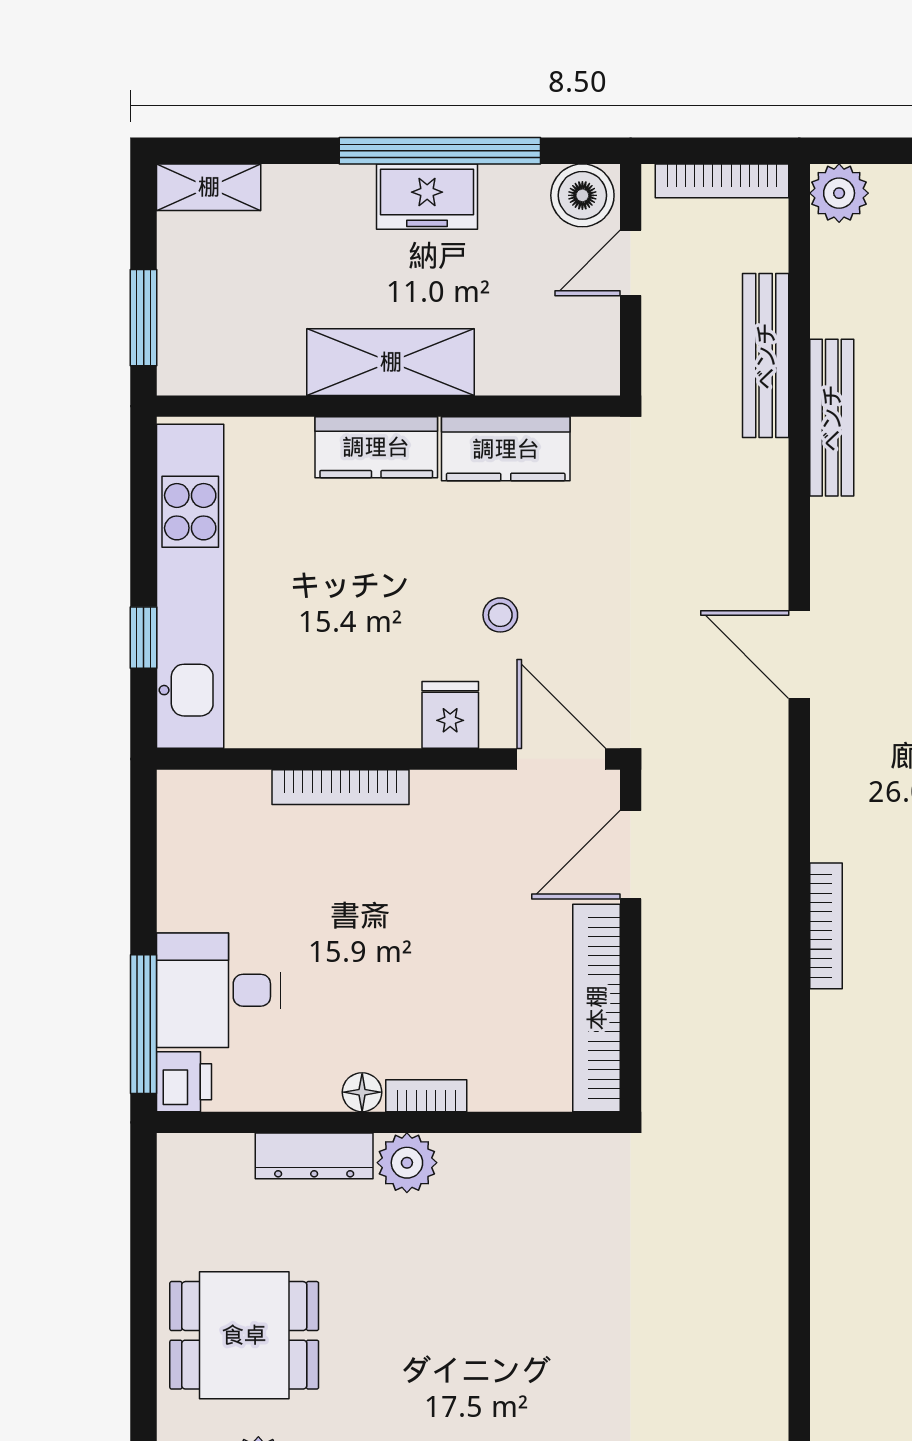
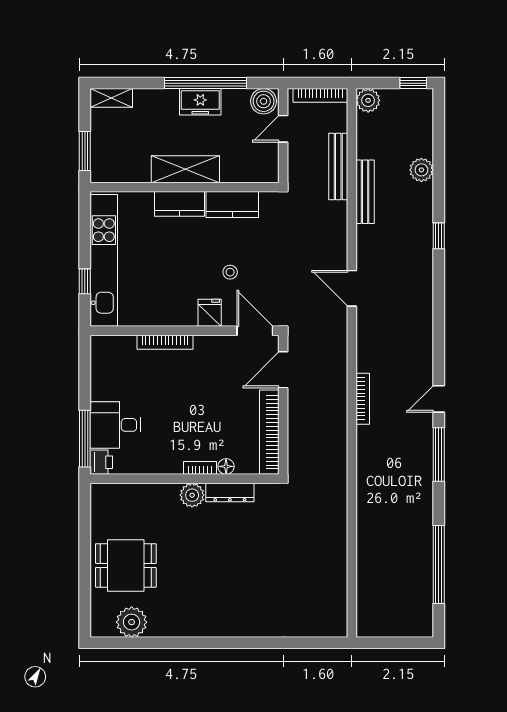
floor lamp: (362, 1092) -> (226, 466), moved
dresser: (314, 1156) -> (230, 492), moved

